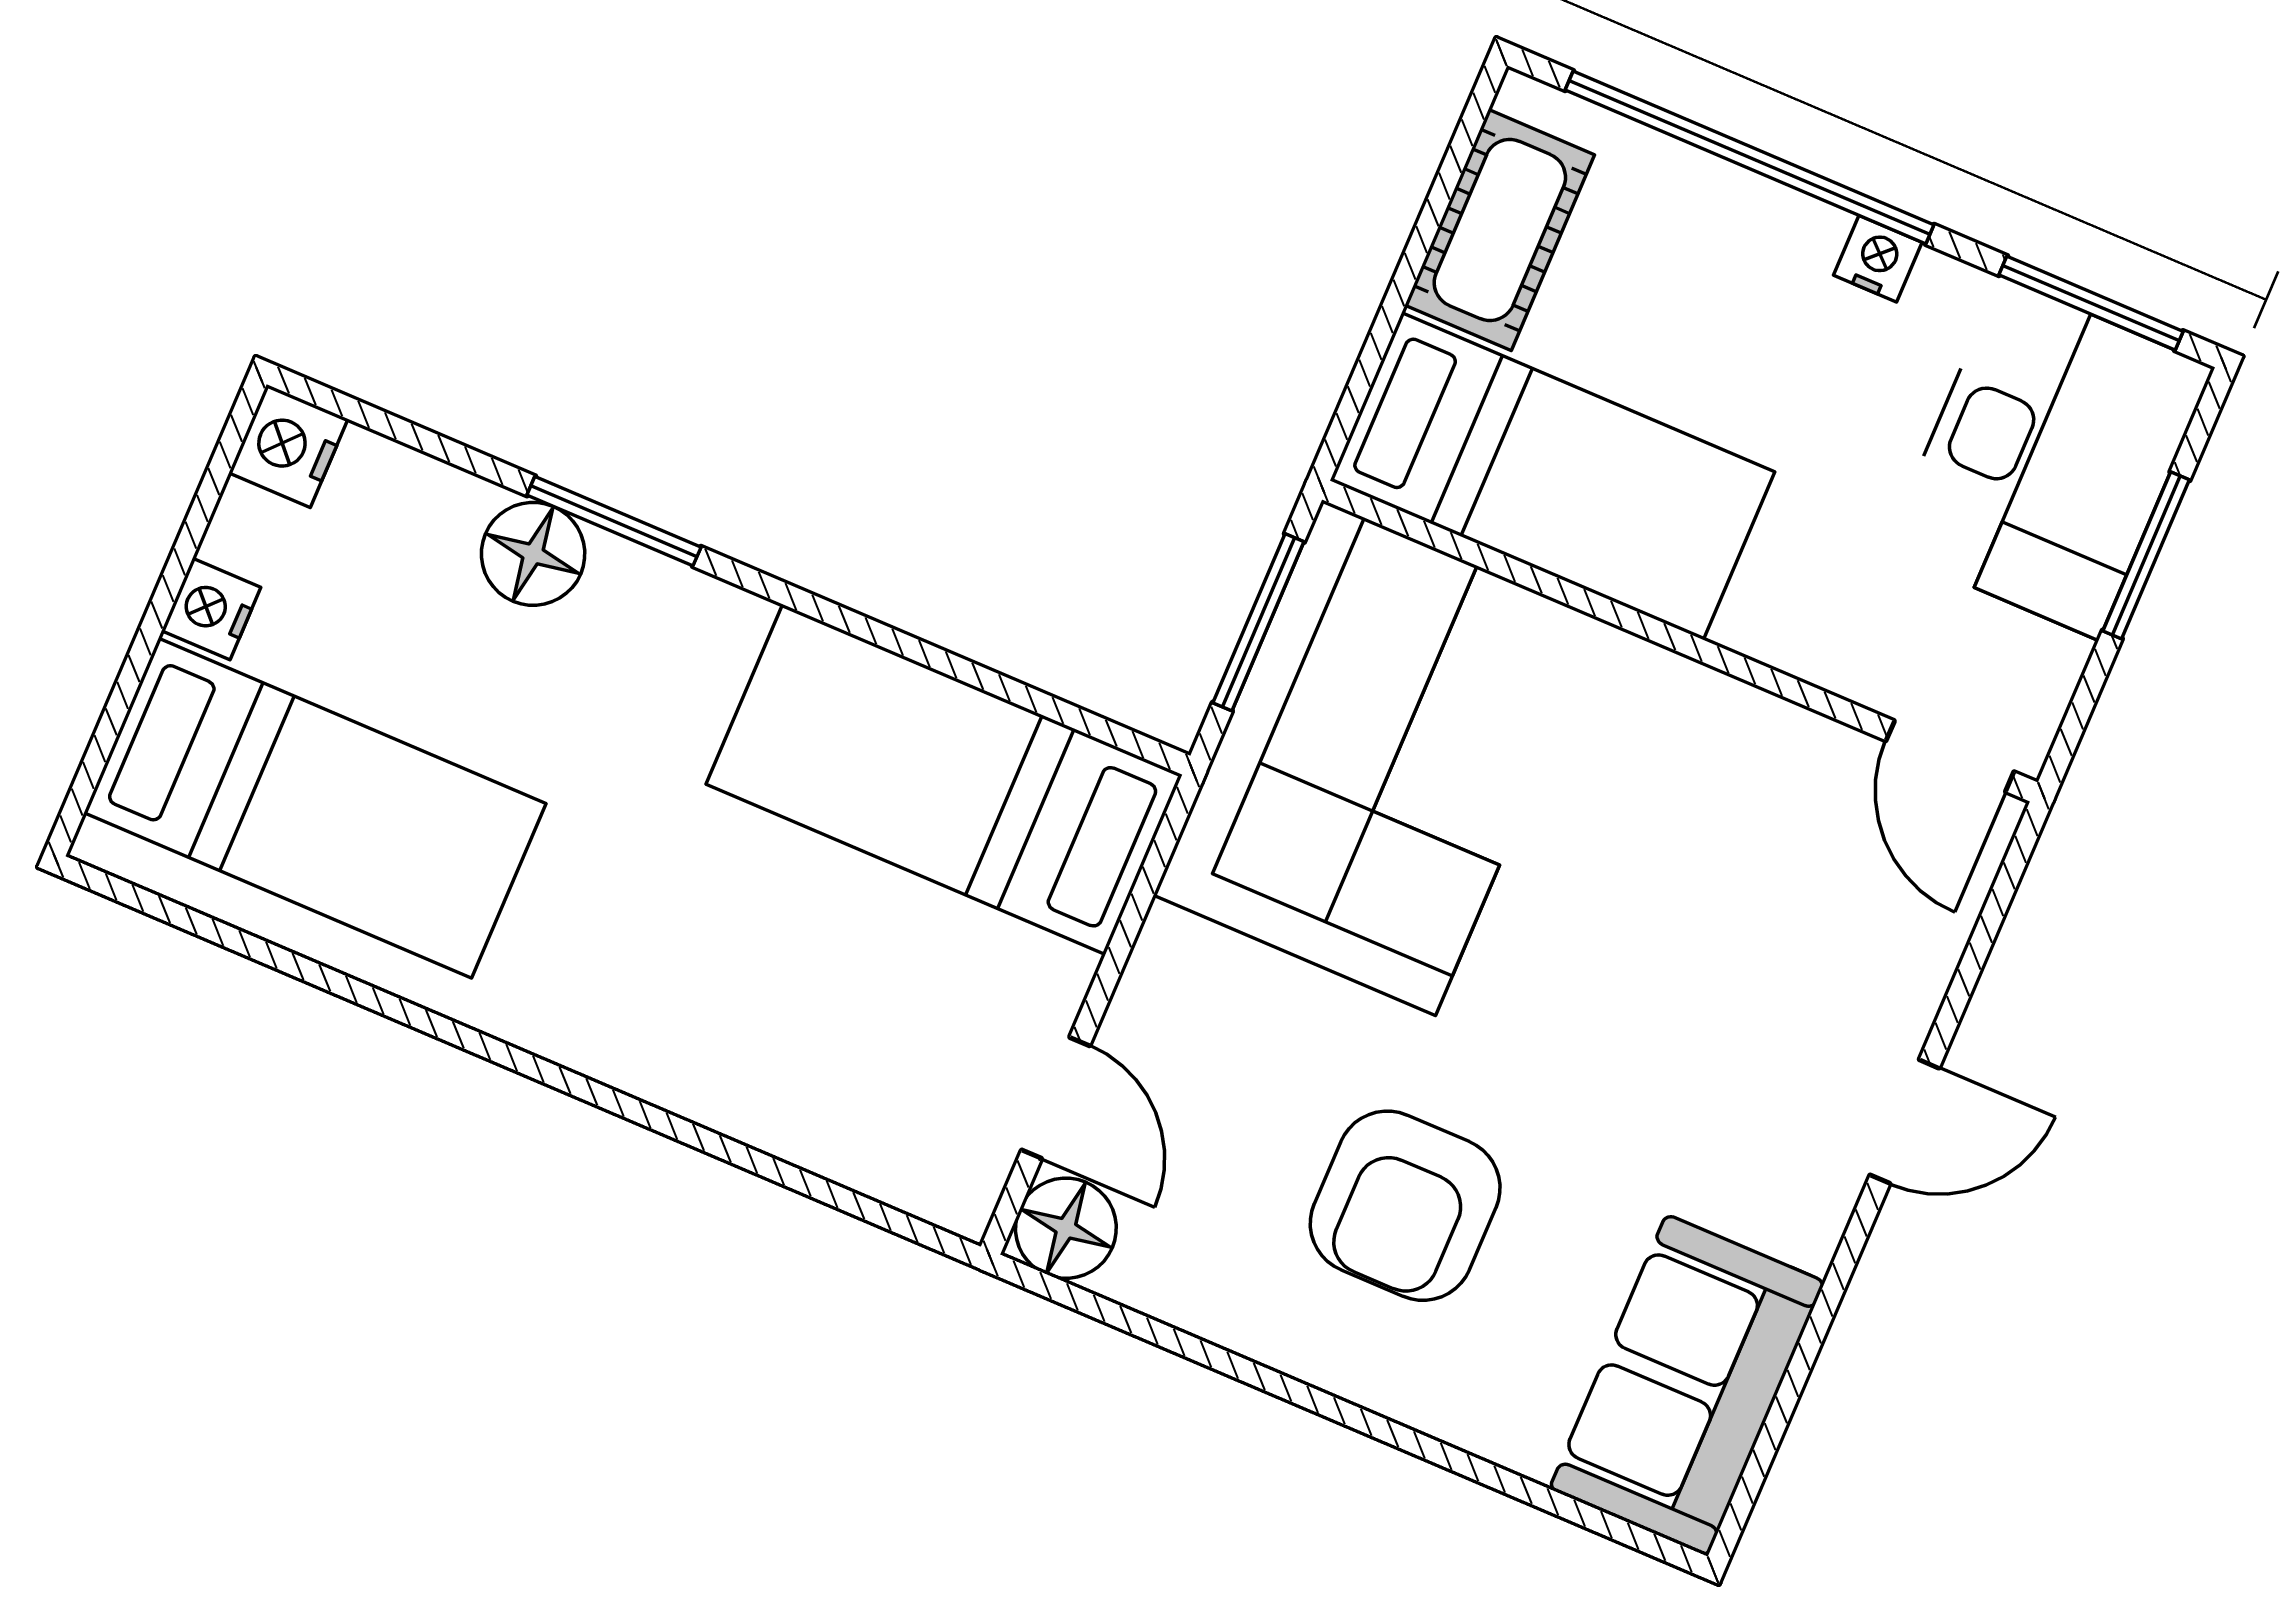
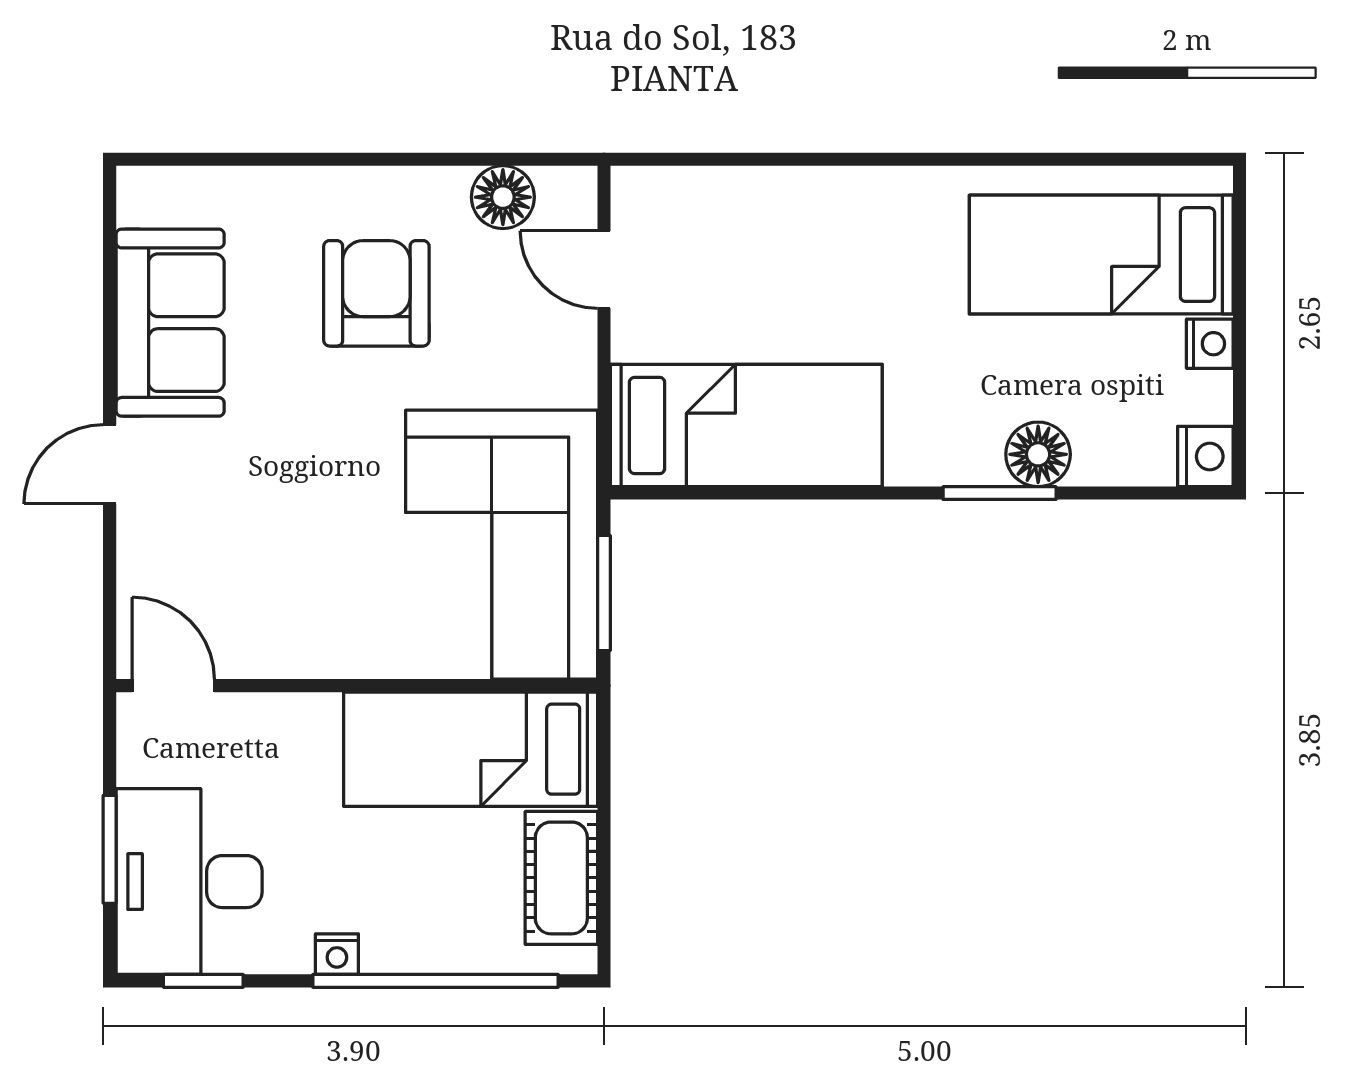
window: (2091, 303) -> (203, 981), width x0.67
floor lamp: (1066, 1228) -> (503, 197), moved
sofa: (1687, 1385) -> (170, 323), moved

